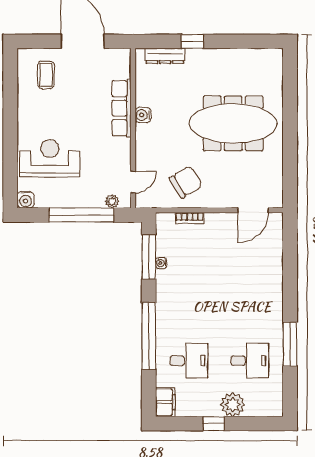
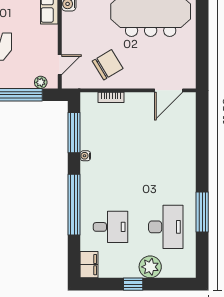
water cooler: (161, 263) -> (85, 156), moved
desk: (250, 361) -> (166, 227), width x1.37

